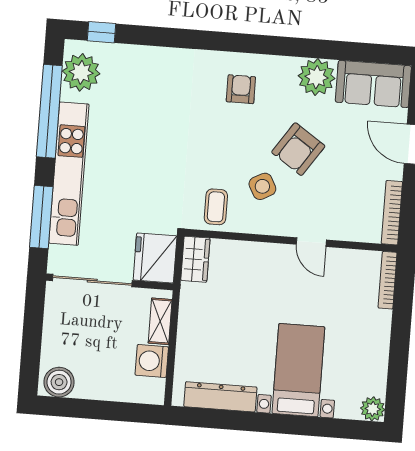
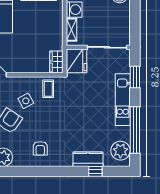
window: (102, 32) -> (95, 171), moved
kitchen counter: (147, 60) -> (88, 159), added
kitchen unit: (69, 174) -> (123, 100), width x0.73
window: (41, 217) -> (135, 77), width x0.69

